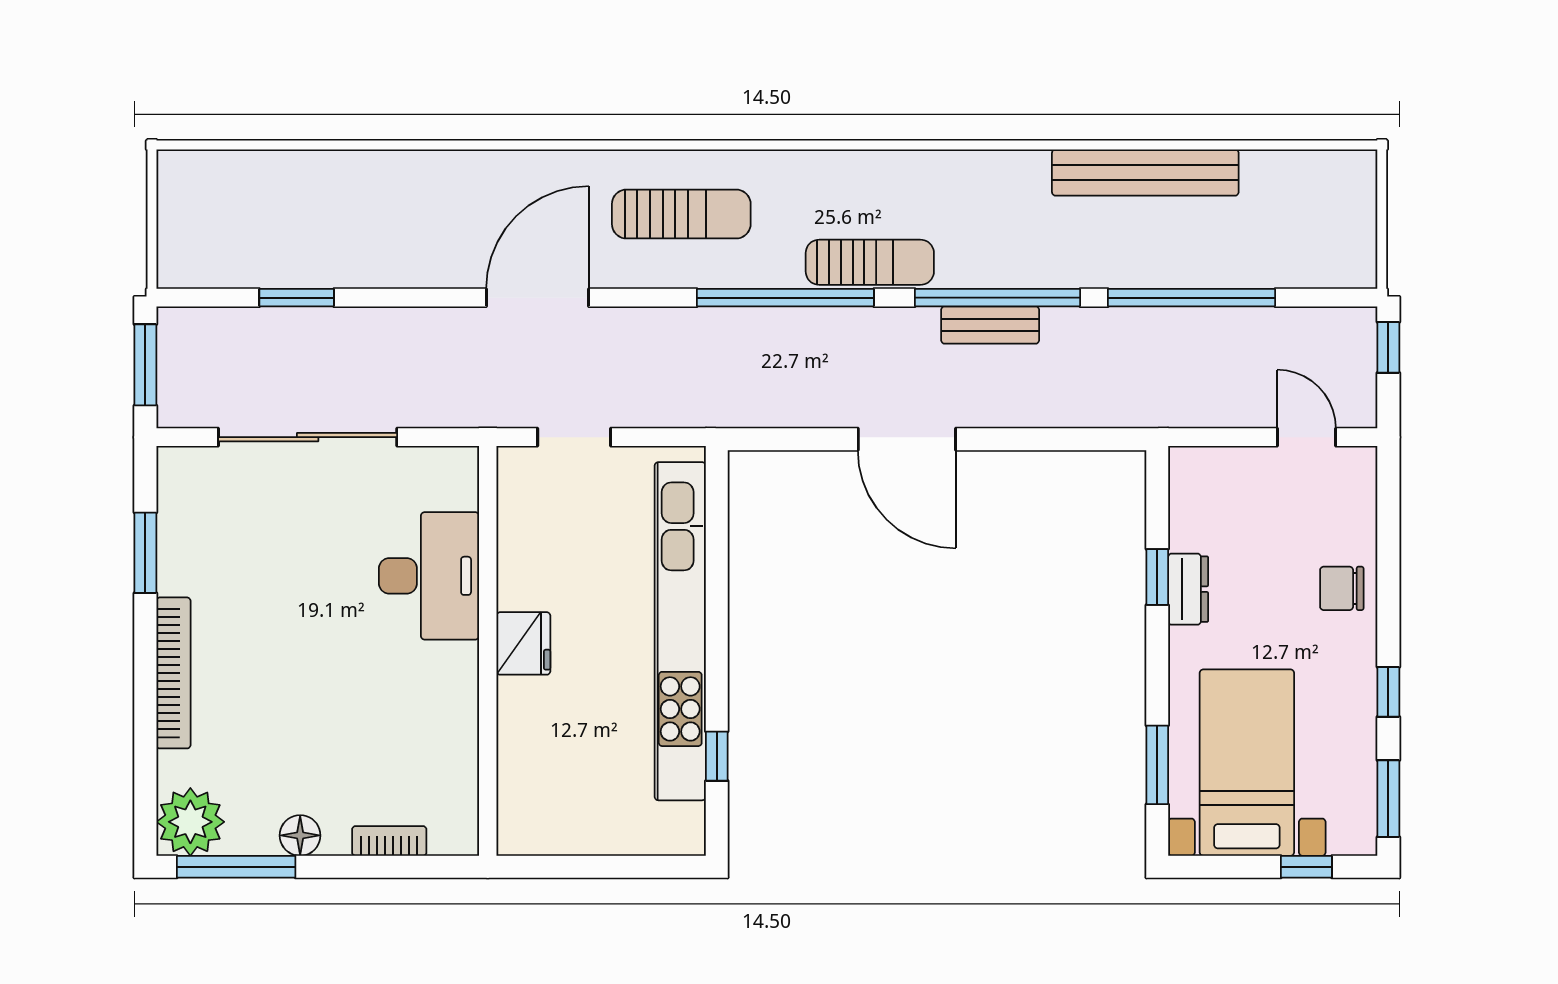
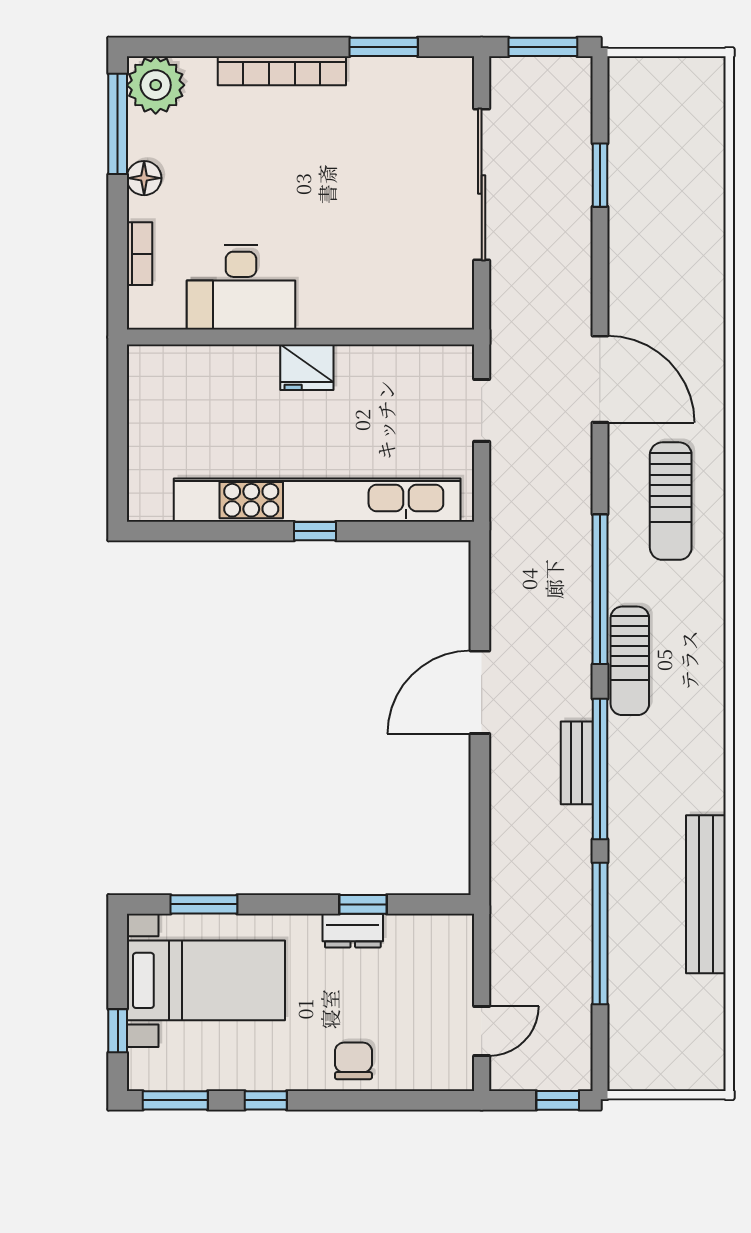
desk: (429, 576) -> (241, 287), moved
window: (717, 756) -> (315, 531), moved

